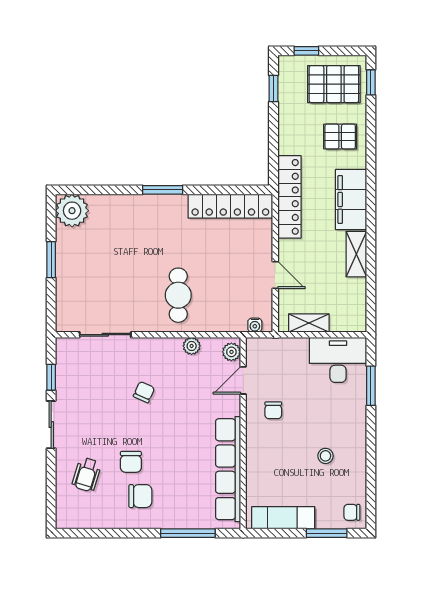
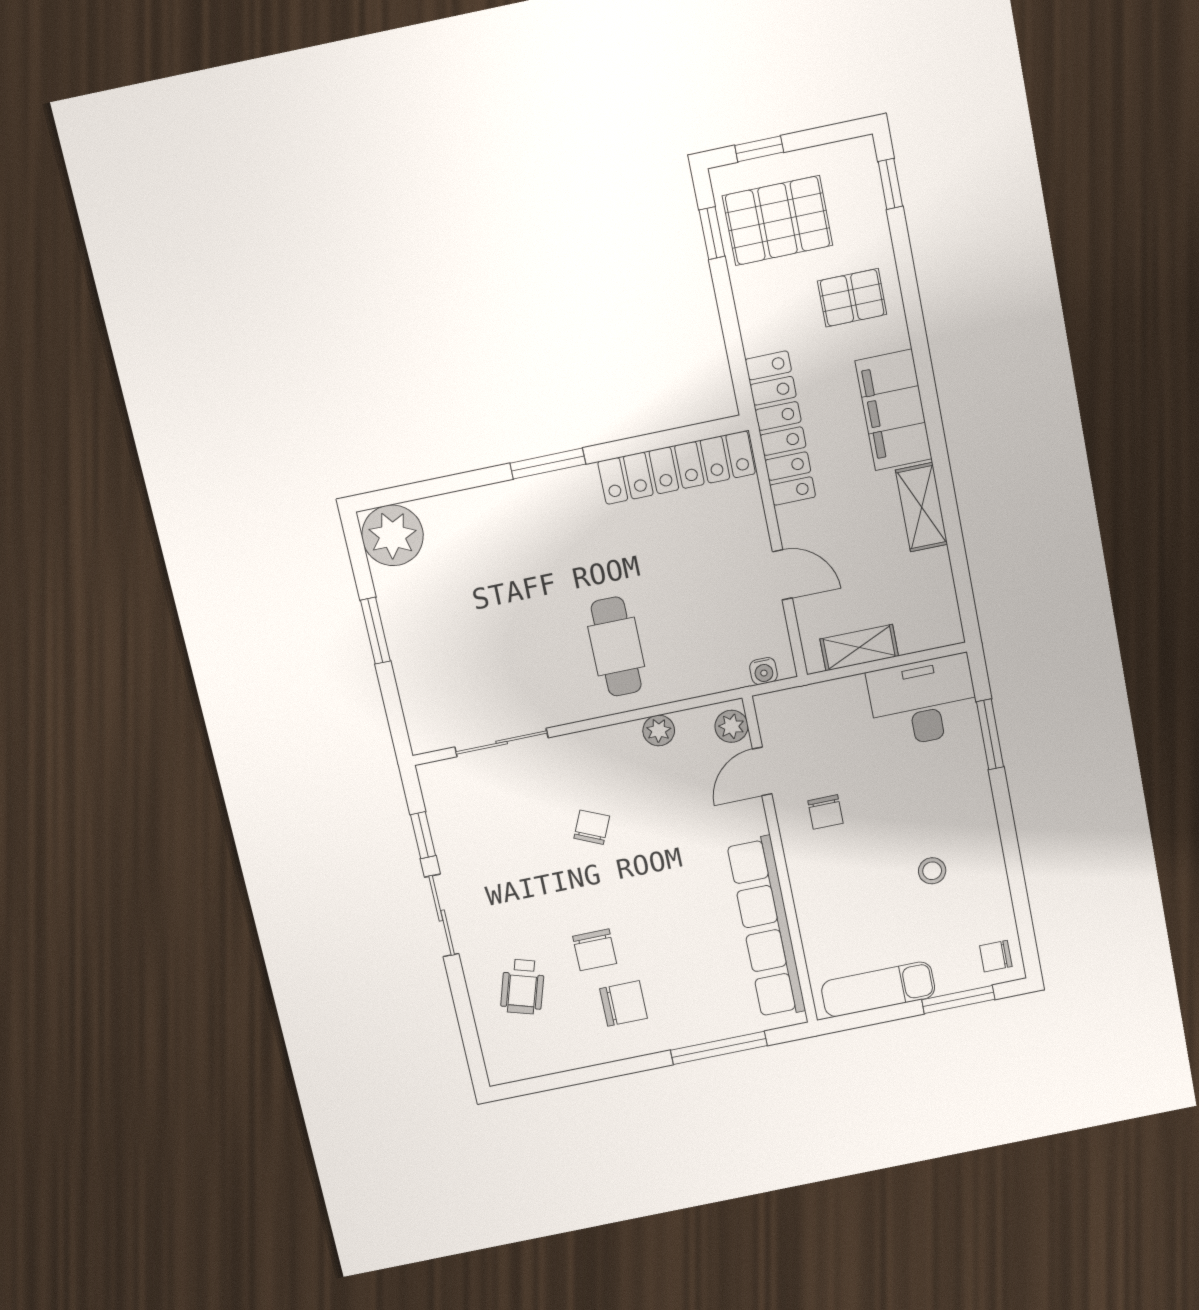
pallet: (334, 84) -> (778, 221), moved

